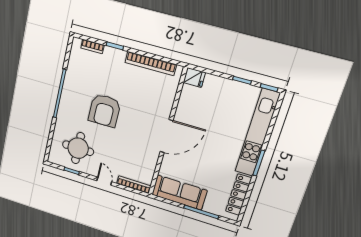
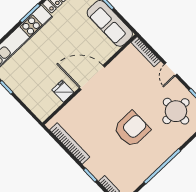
fridge: (194, 78) -> (63, 91), moved

